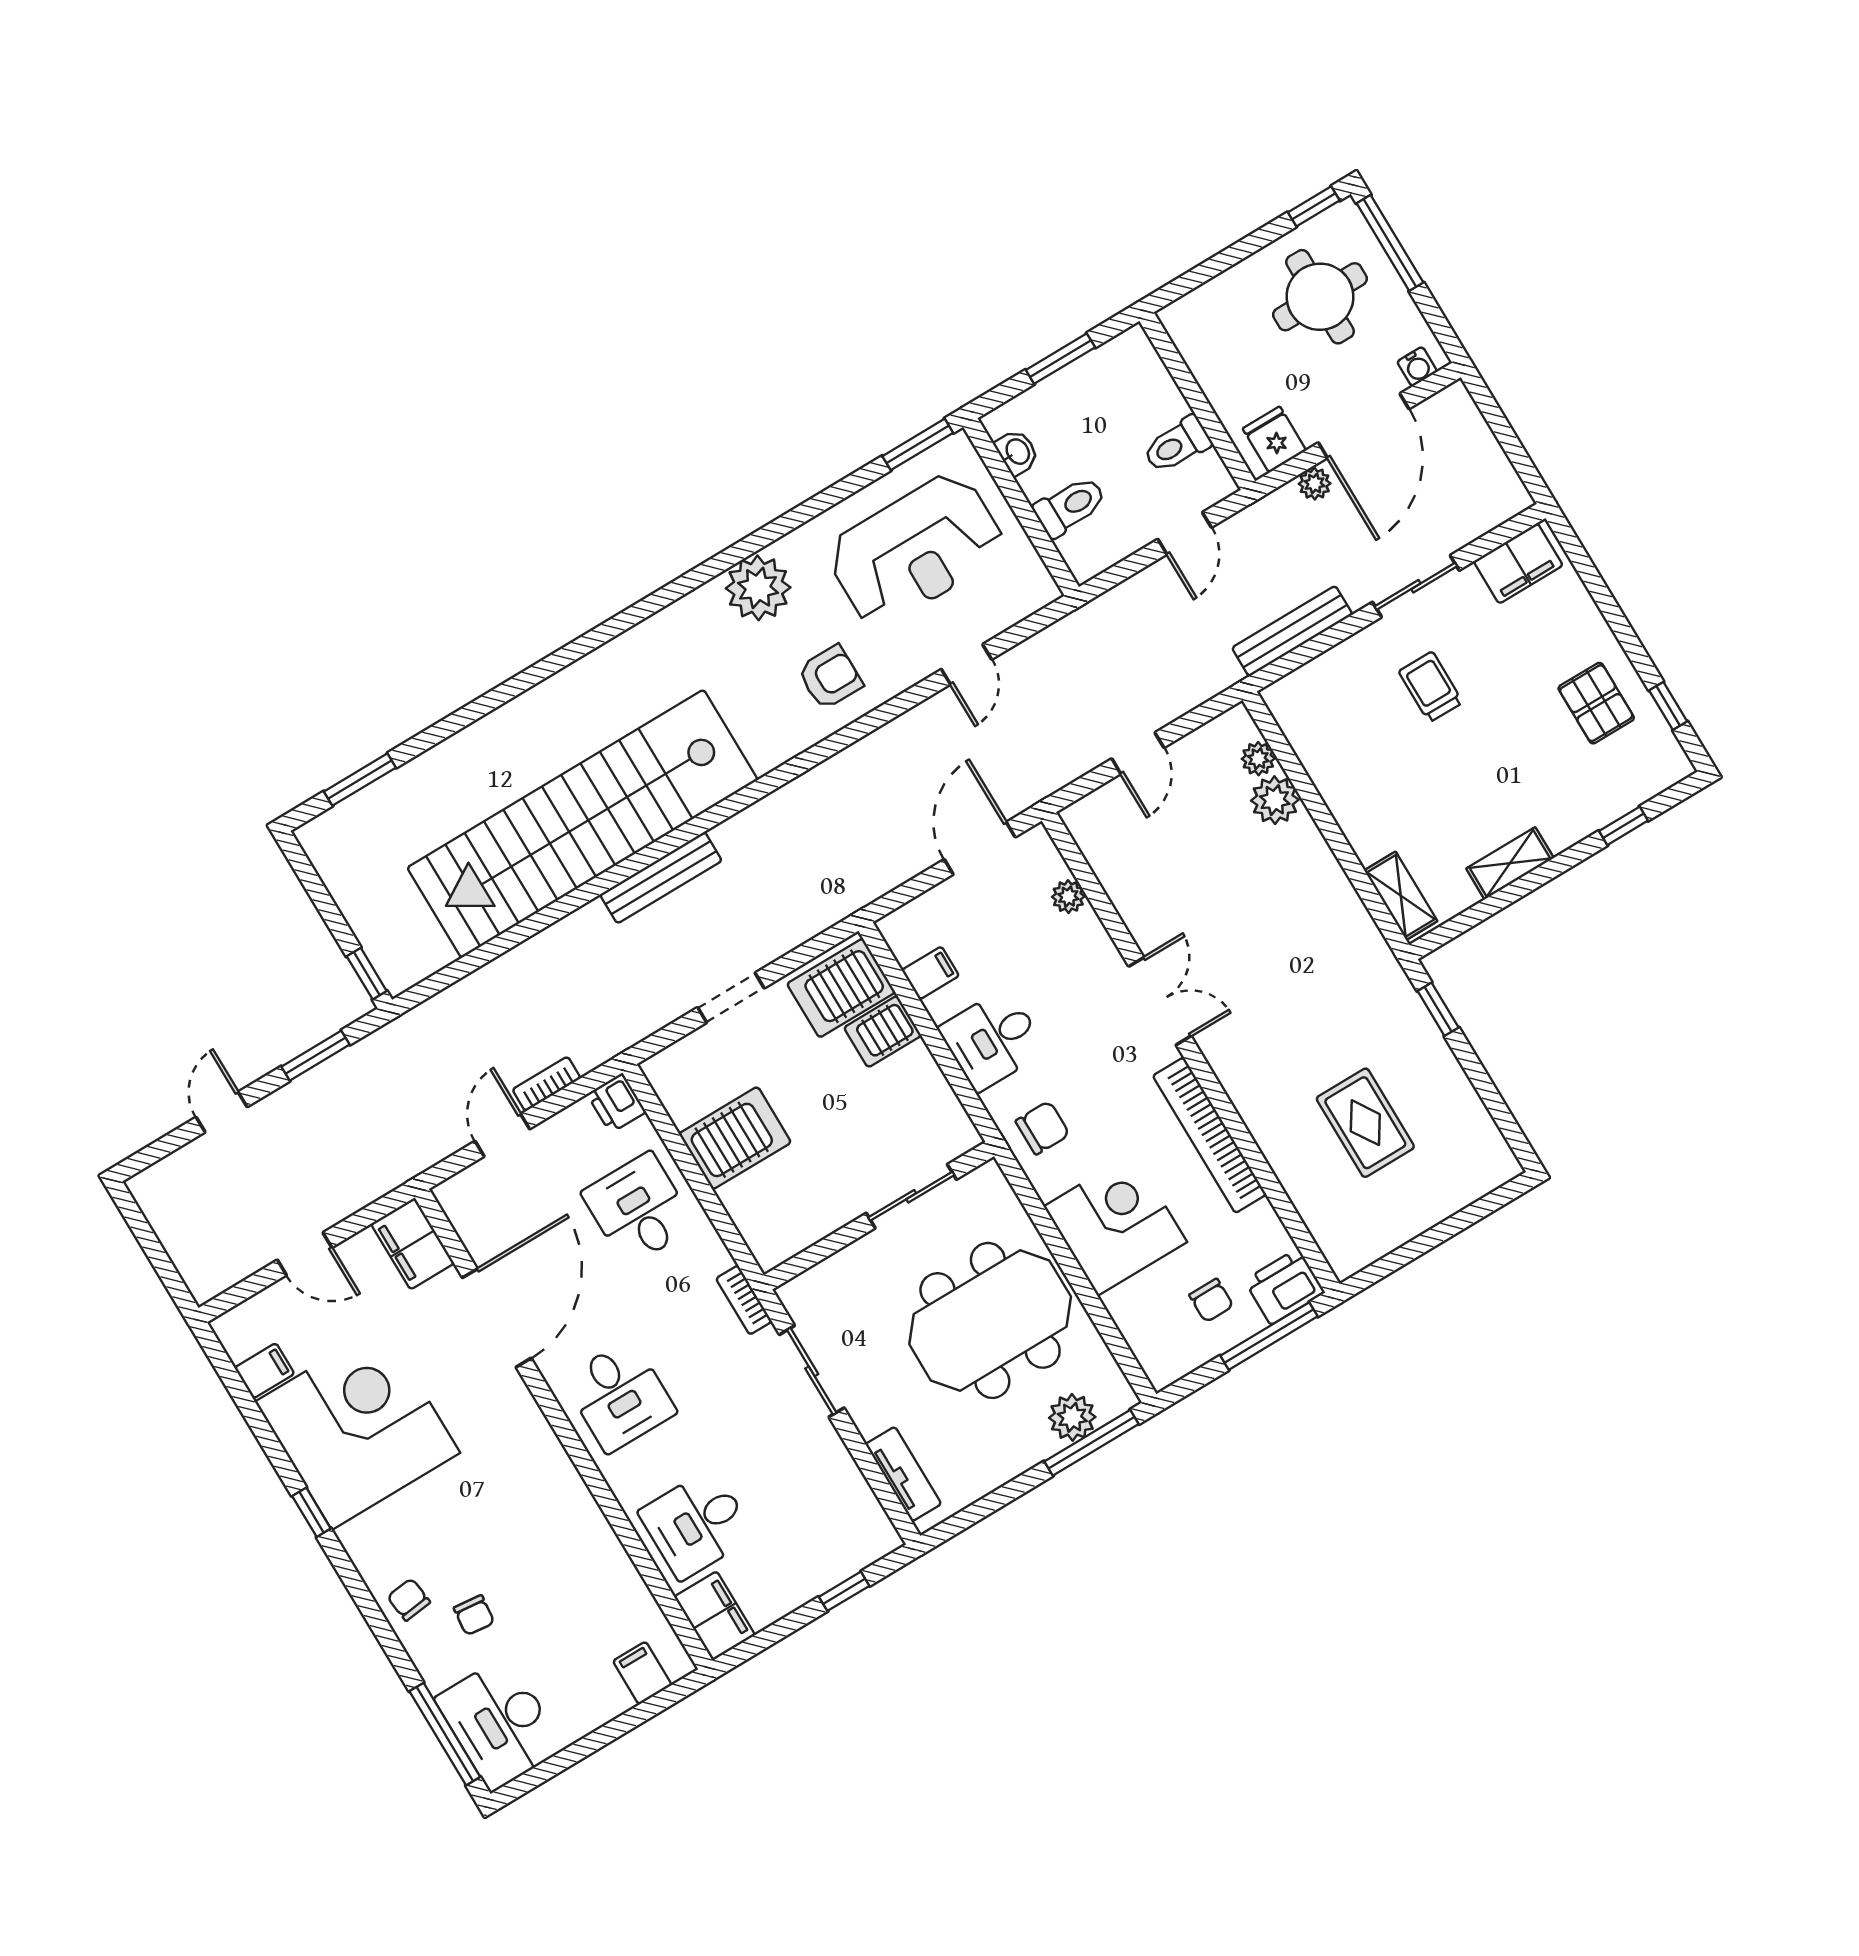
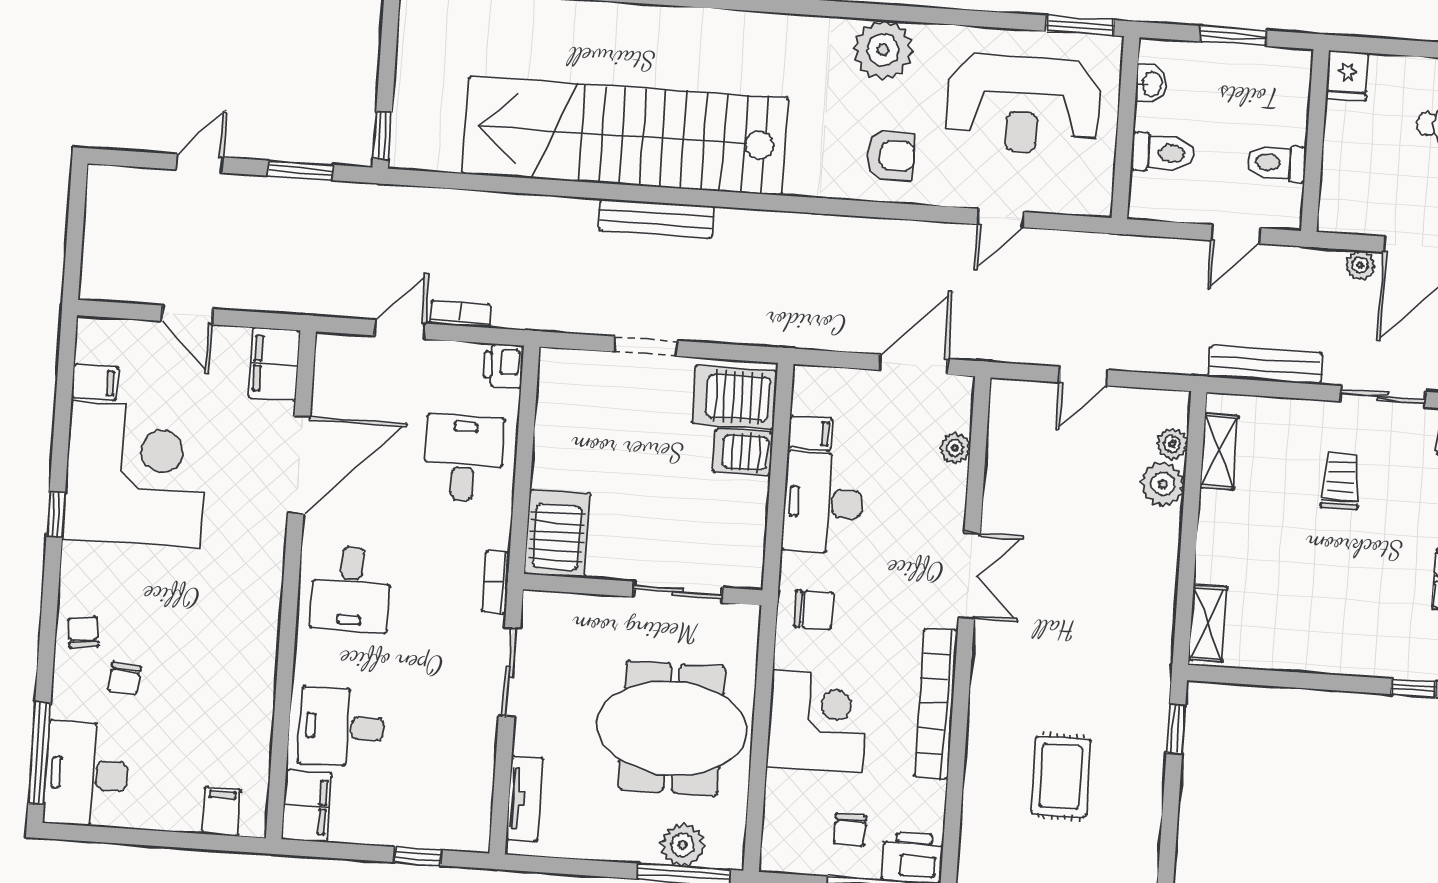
fridge: (1274, 439) -> (1347, 75), moved, turned 180
shelving: (1510, 863) -> (1219, 452), moved, turned 90
desk: (992, 1039) -> (823, 503), width x1.37
server rack: (735, 1138) -> (557, 534), moved, turned -90

